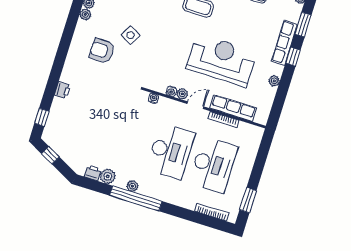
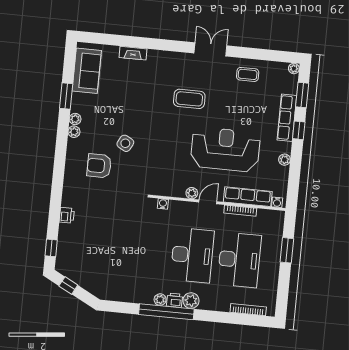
water cooler: (171, 91) -> (277, 202), moved
printer: (93, 173) -> (175, 300), moved
plant: (108, 176) -> (191, 301), moved
window: (248, 200) -> (287, 250), moved

